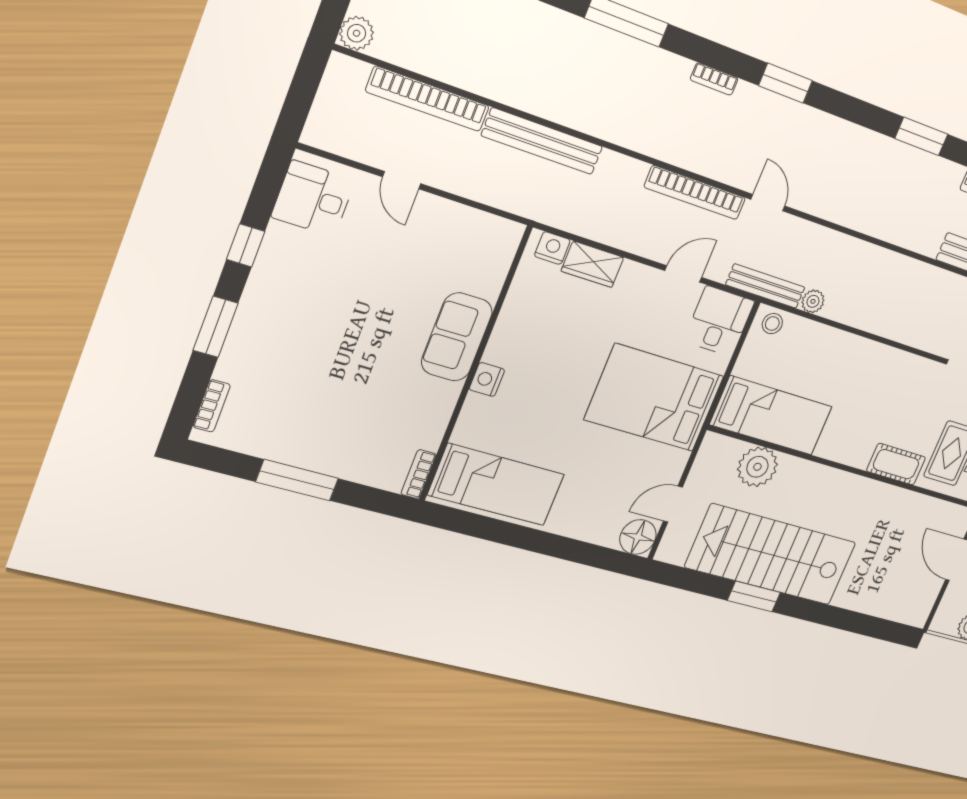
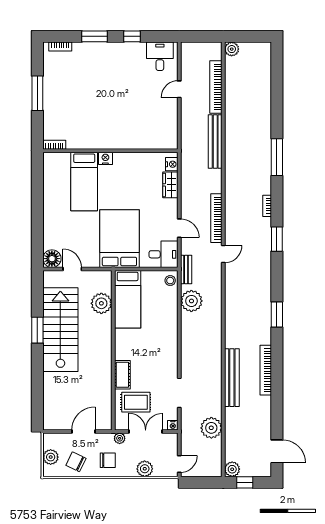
bench: (765, 286) -> (186, 269), width x0.73
plant: (813, 301) -> (191, 301), width x1.88, depth x1.88
sofa: (457, 337) -> (120, 138), removed
bed: (496, 485) -> (84, 181), moved

